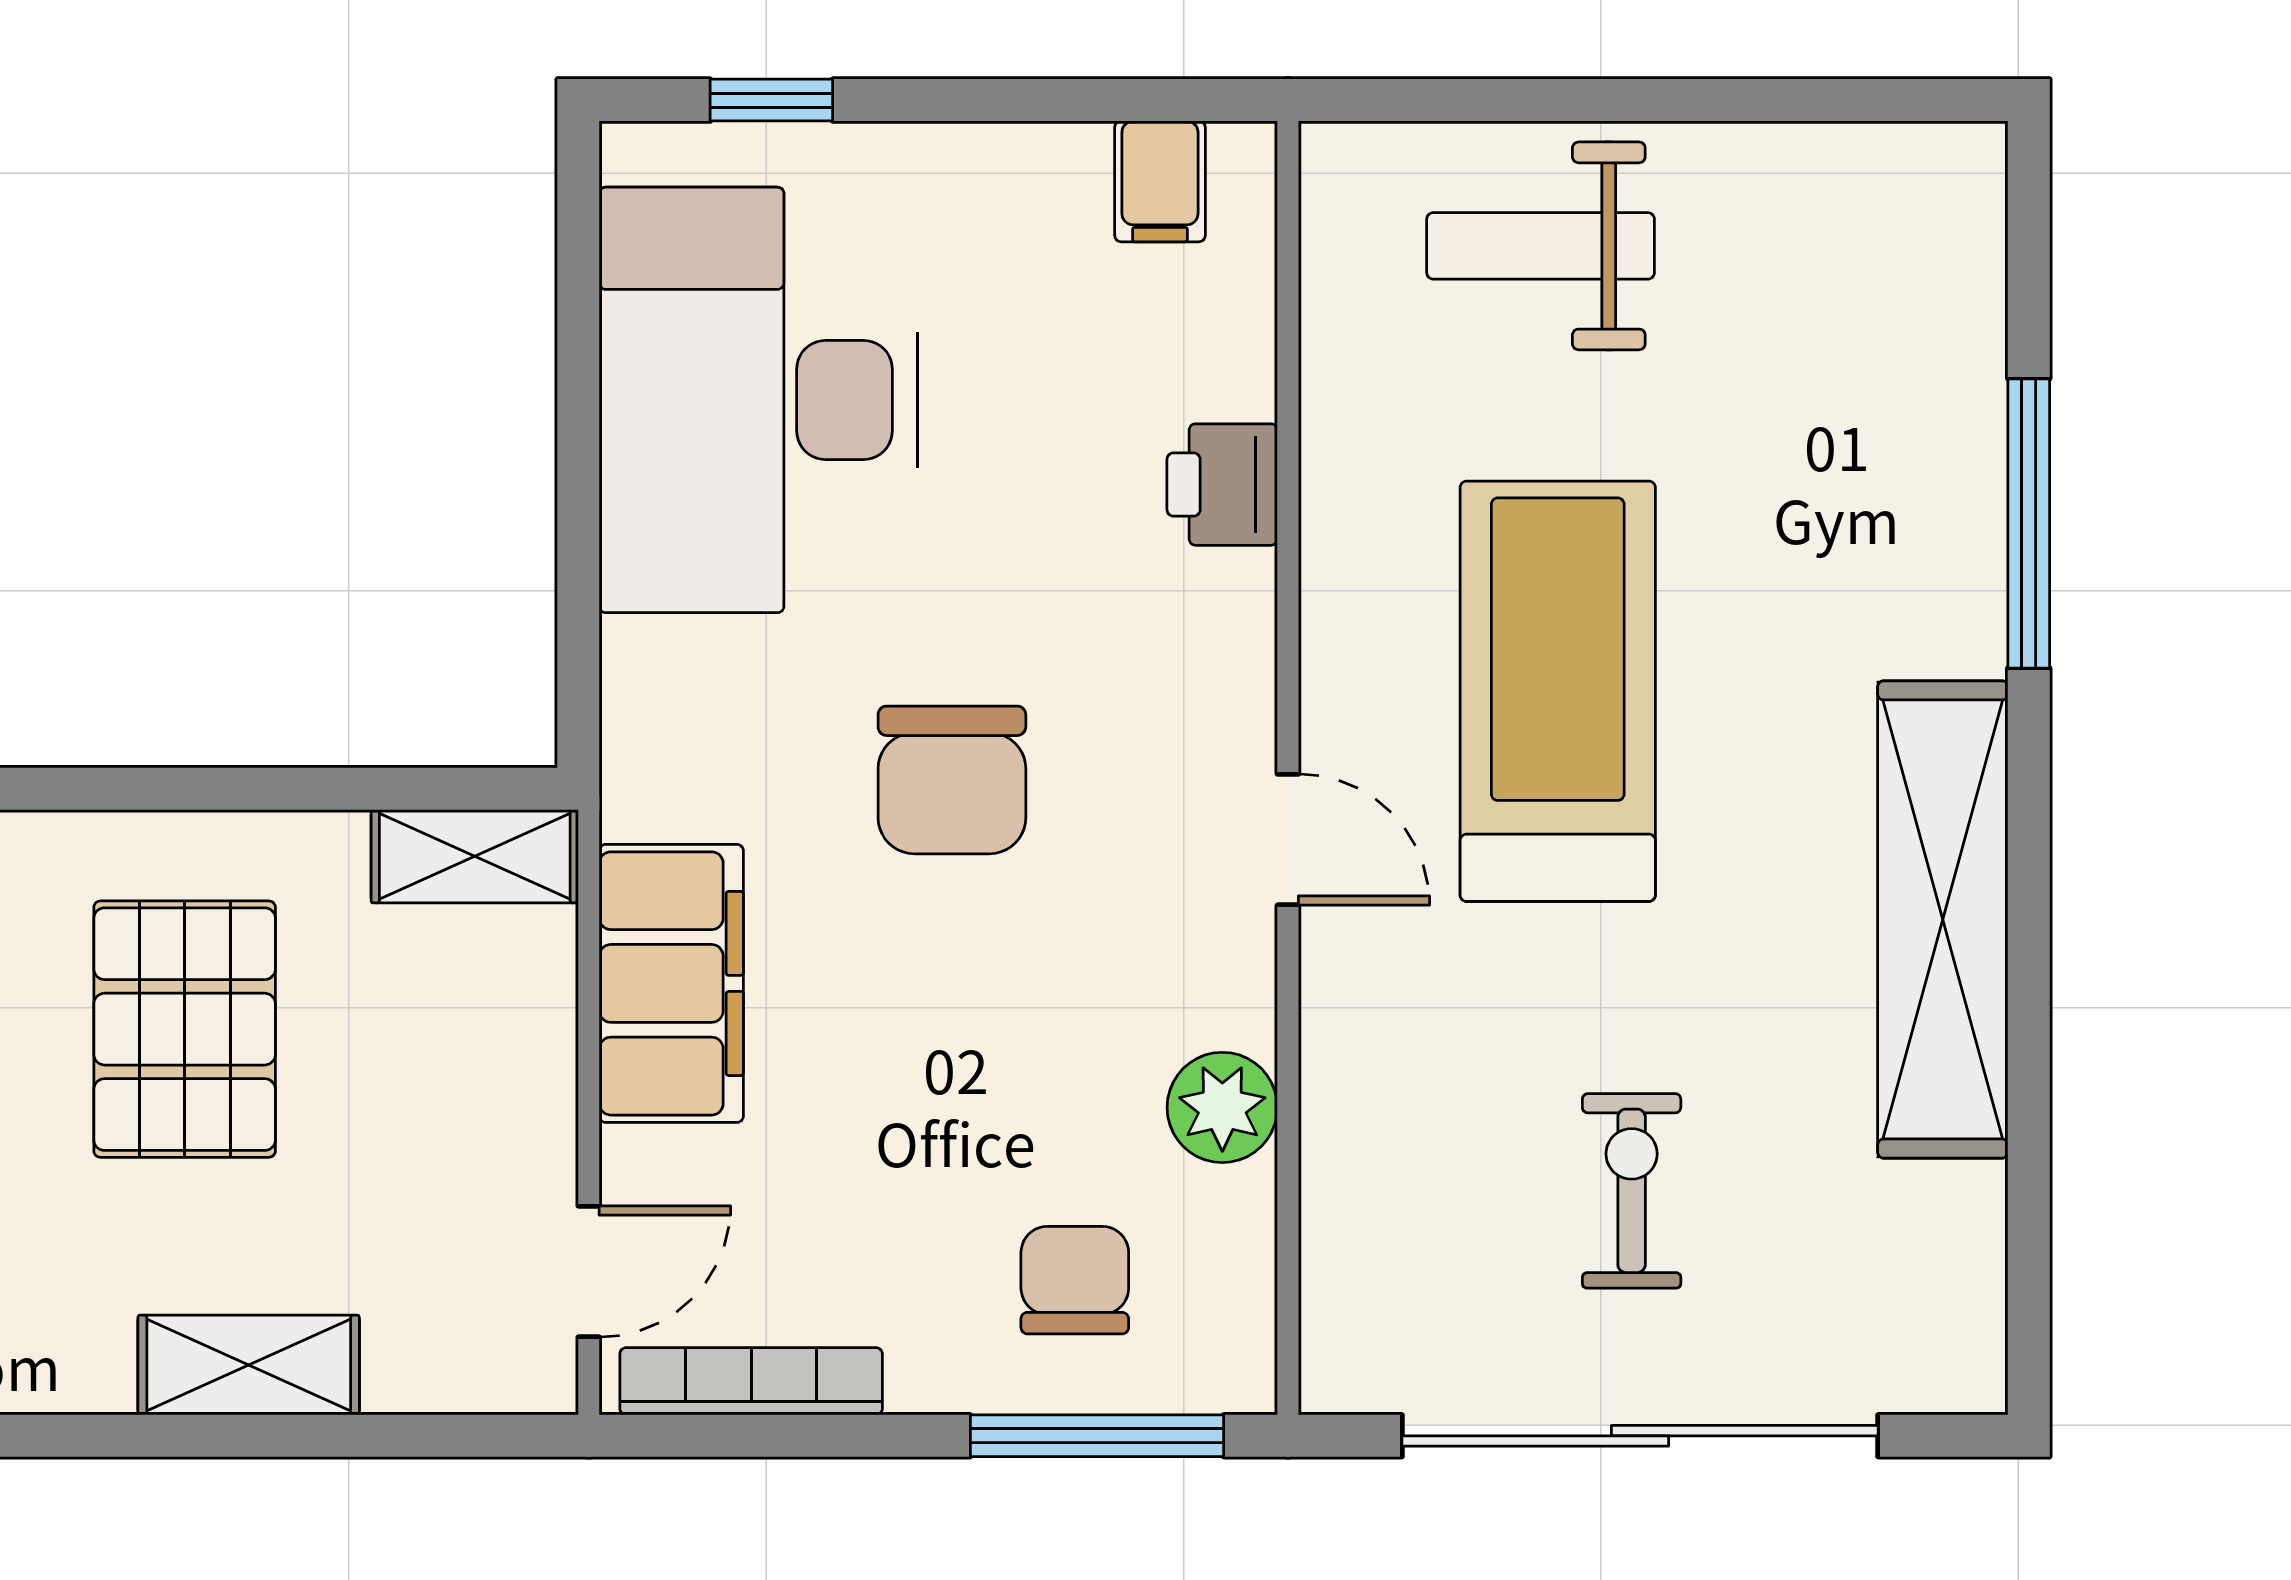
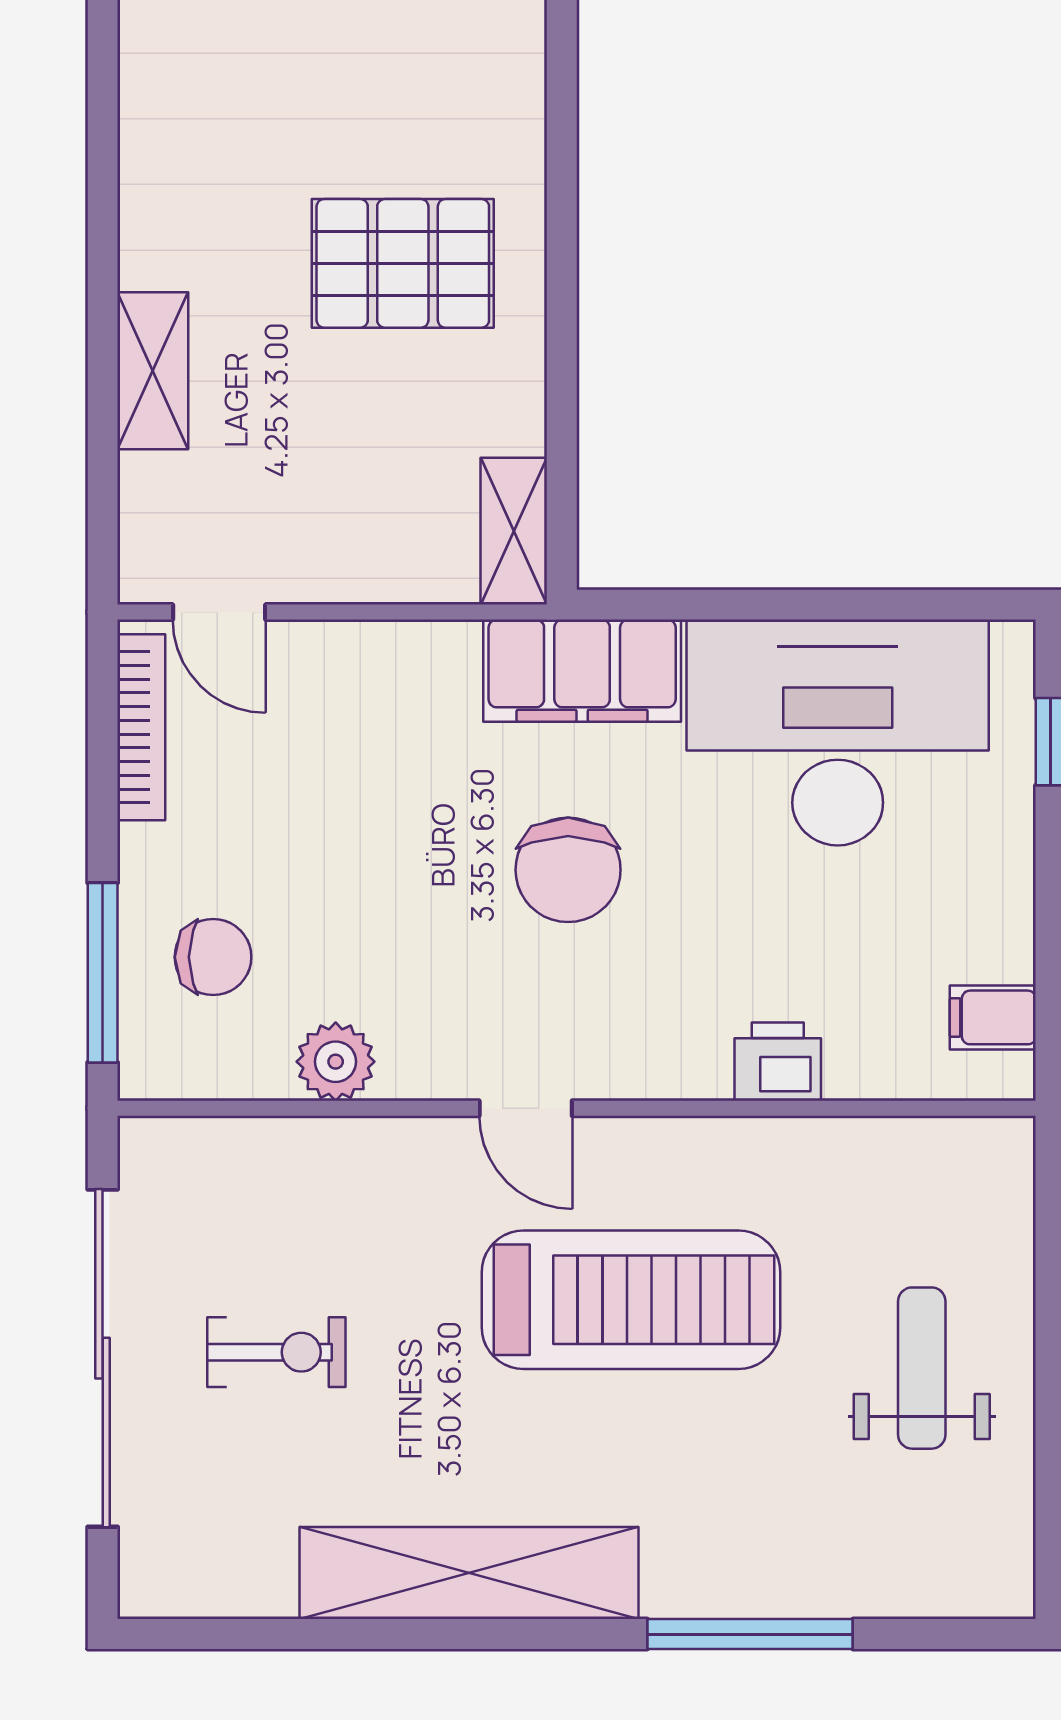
weight bench: (1541, 246) -> (922, 1368), moved
chair: (952, 780) -> (568, 870), turned -90
door: (1288, 840) -> (526, 1108), hinge flipped
filing cabinet: (671, 983) -> (582, 671), moved
pallet: (185, 1029) -> (403, 263), moved

